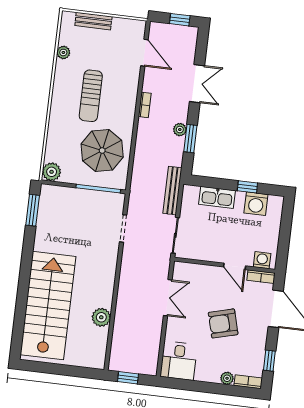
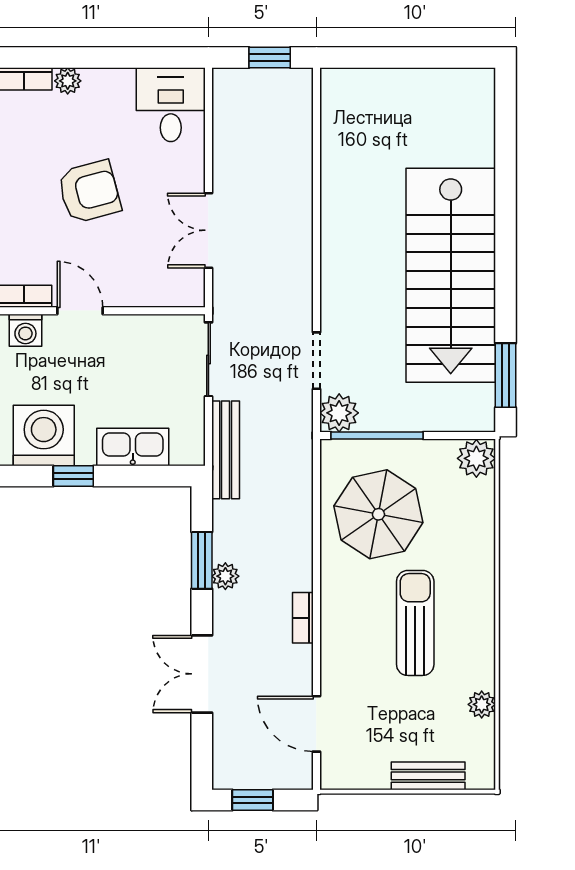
washing machine: (256, 204) -> (44, 436), width x1.37, depth x1.37
stairs: (48, 306) -> (451, 275), moved
plant: (101, 317) -> (339, 413), moved

